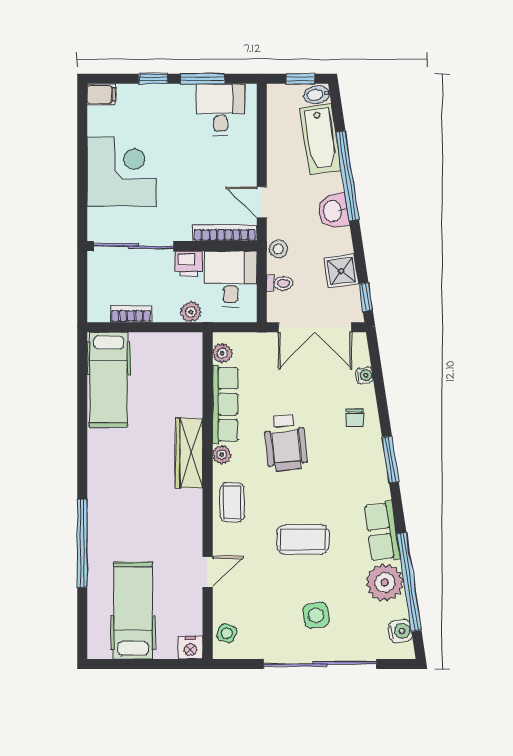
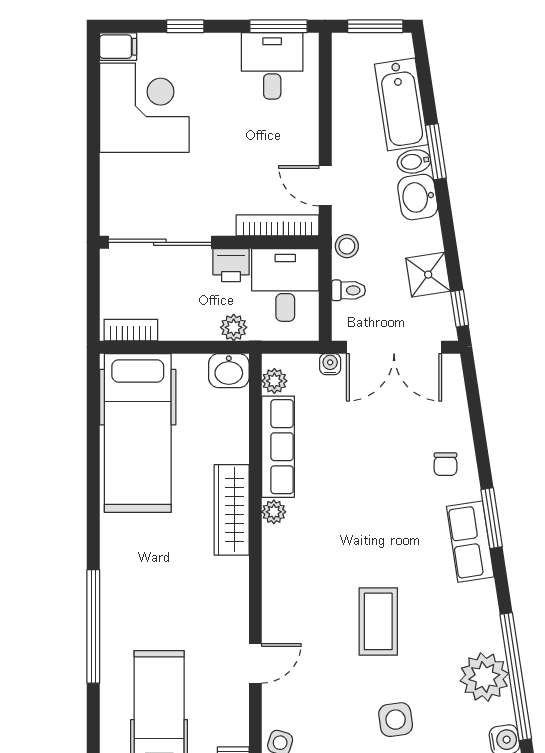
window: (203, 79) -> (278, 26), moved
window: (300, 79) -> (375, 26), width x1.50
bidet: (317, 95) -> (414, 161), moved
corner desk: (122, 172) -> (144, 108), moved
window: (347, 176) -> (436, 152), width x0.47
bookcase: (131, 314) -> (131, 330), moved
washbasin: (187, 345) -> (229, 371), added
water cooler: (364, 375) -> (330, 364), moved, turned -81
hospital bed: (109, 380) -> (138, 433), width x1.37, depth x1.29
wheelchair: (286, 443) -> (356, 496), removed
coffee table: (232, 502) -> (287, 573), removed
row of seats: (382, 532) -> (470, 542), moved
coffee table: (303, 539) -> (378, 621), turned 90

